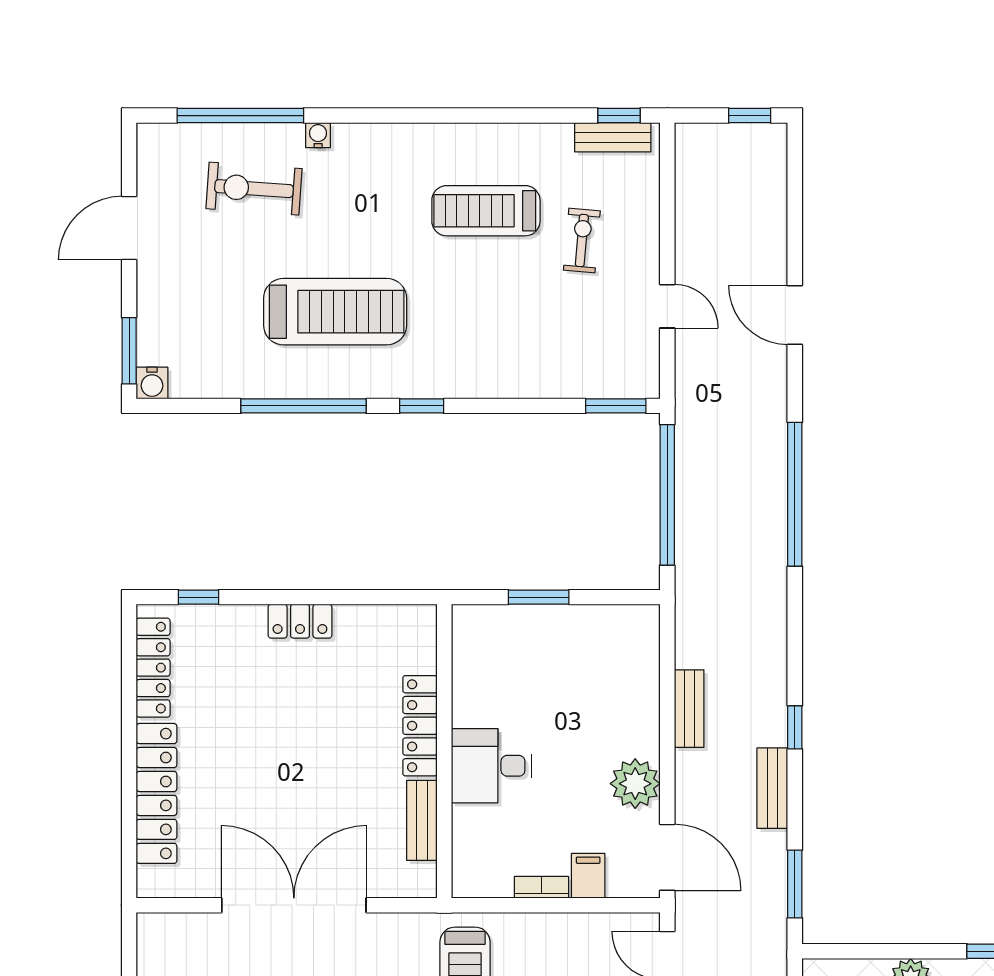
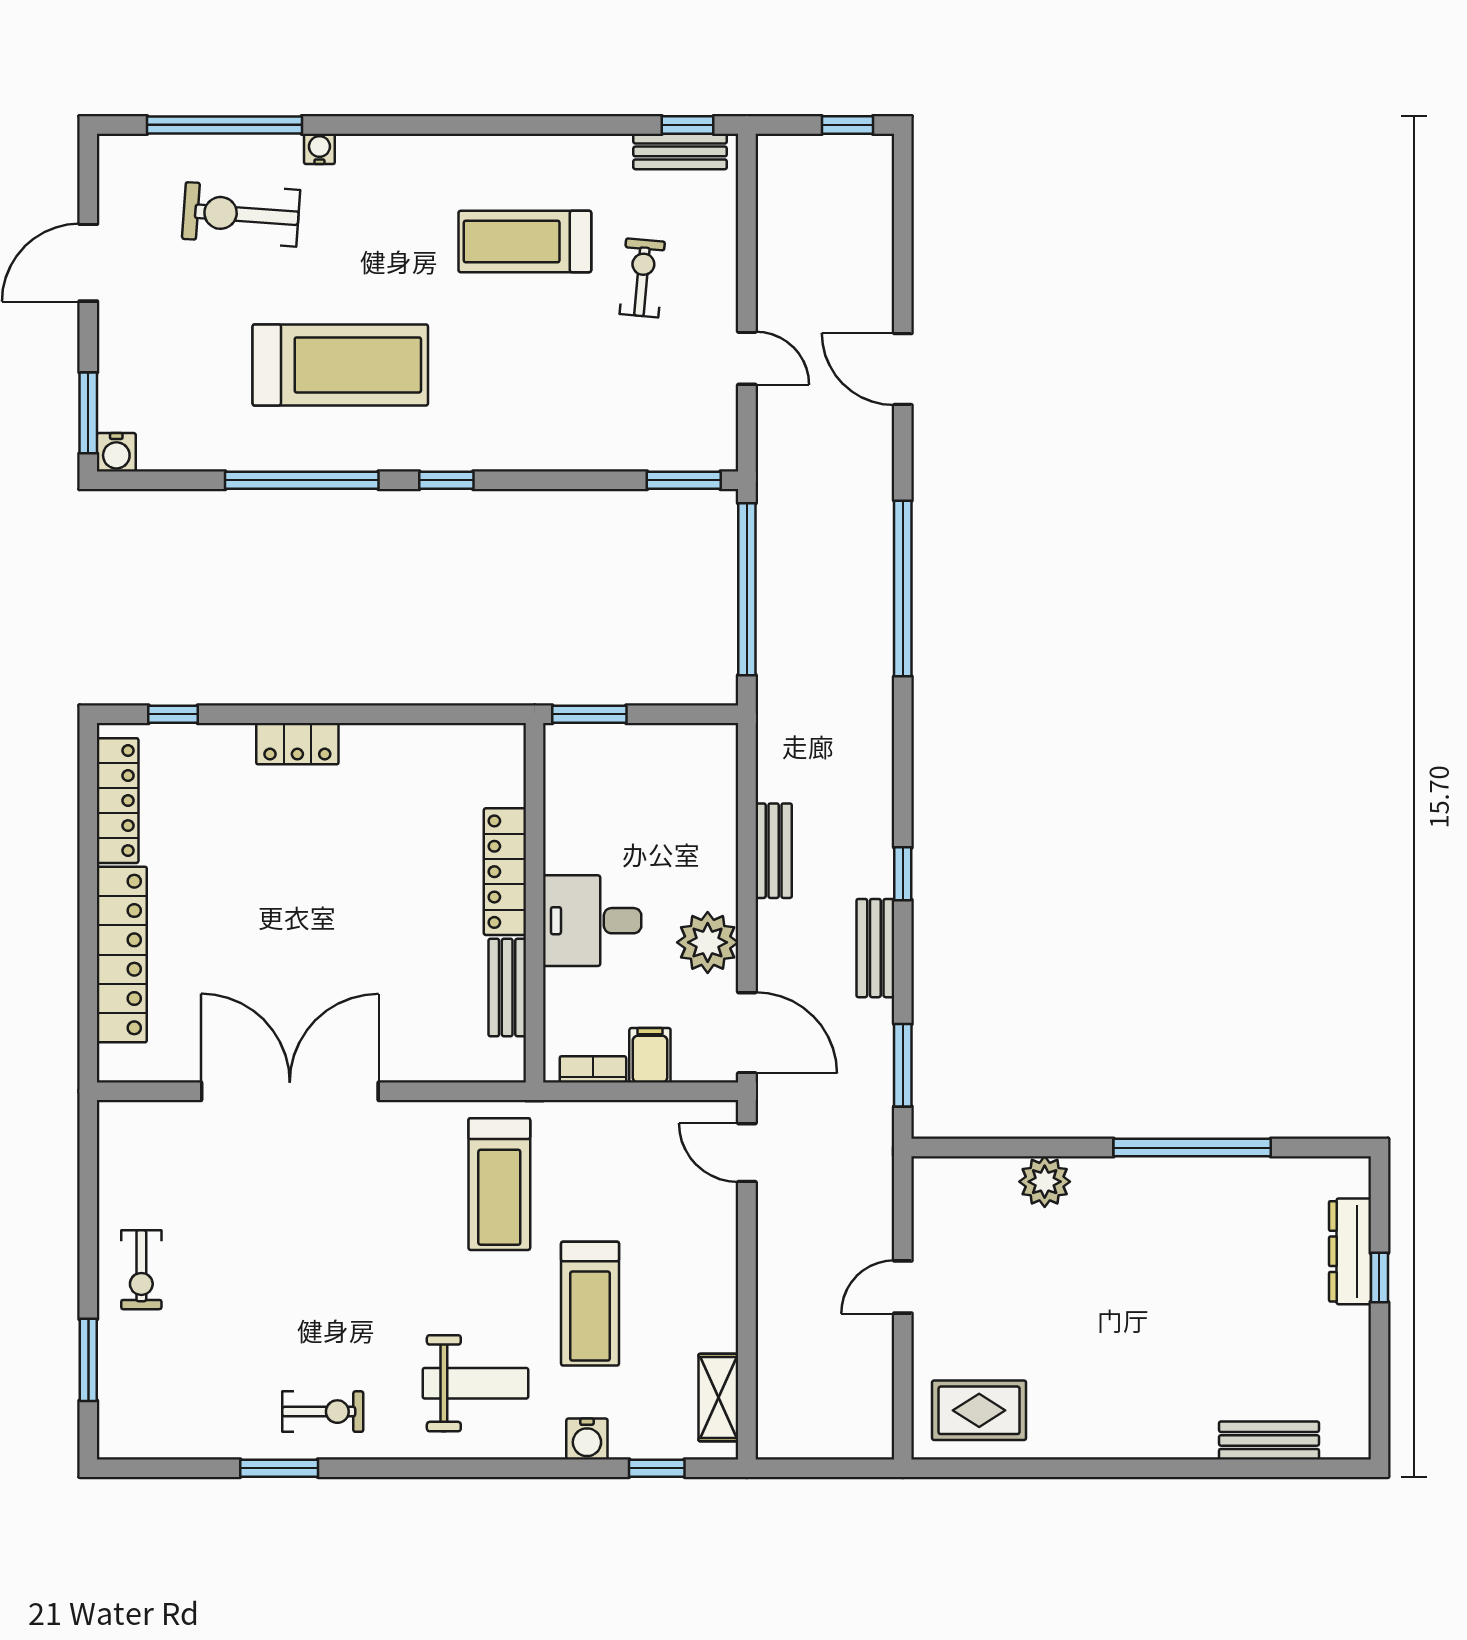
locker: (420, 726) -> (505, 872), moved
wall: (444, 751) -> (535, 903), moved
desk: (491, 766) -> (592, 921), moved
bench: (422, 820) -> (507, 988), moved

